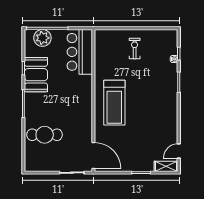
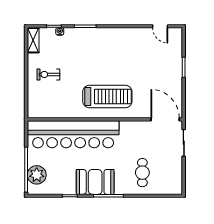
bar counter: (80, 52) -> (73, 134), width x1.86
booth: (36, 75) -> (95, 182), moved
cafe table: (45, 135) -> (142, 173), width x0.73, depth x0.74
door: (93, 156) -> (165, 119), hinge flipped
shelving: (166, 166) -> (33, 40), moved

